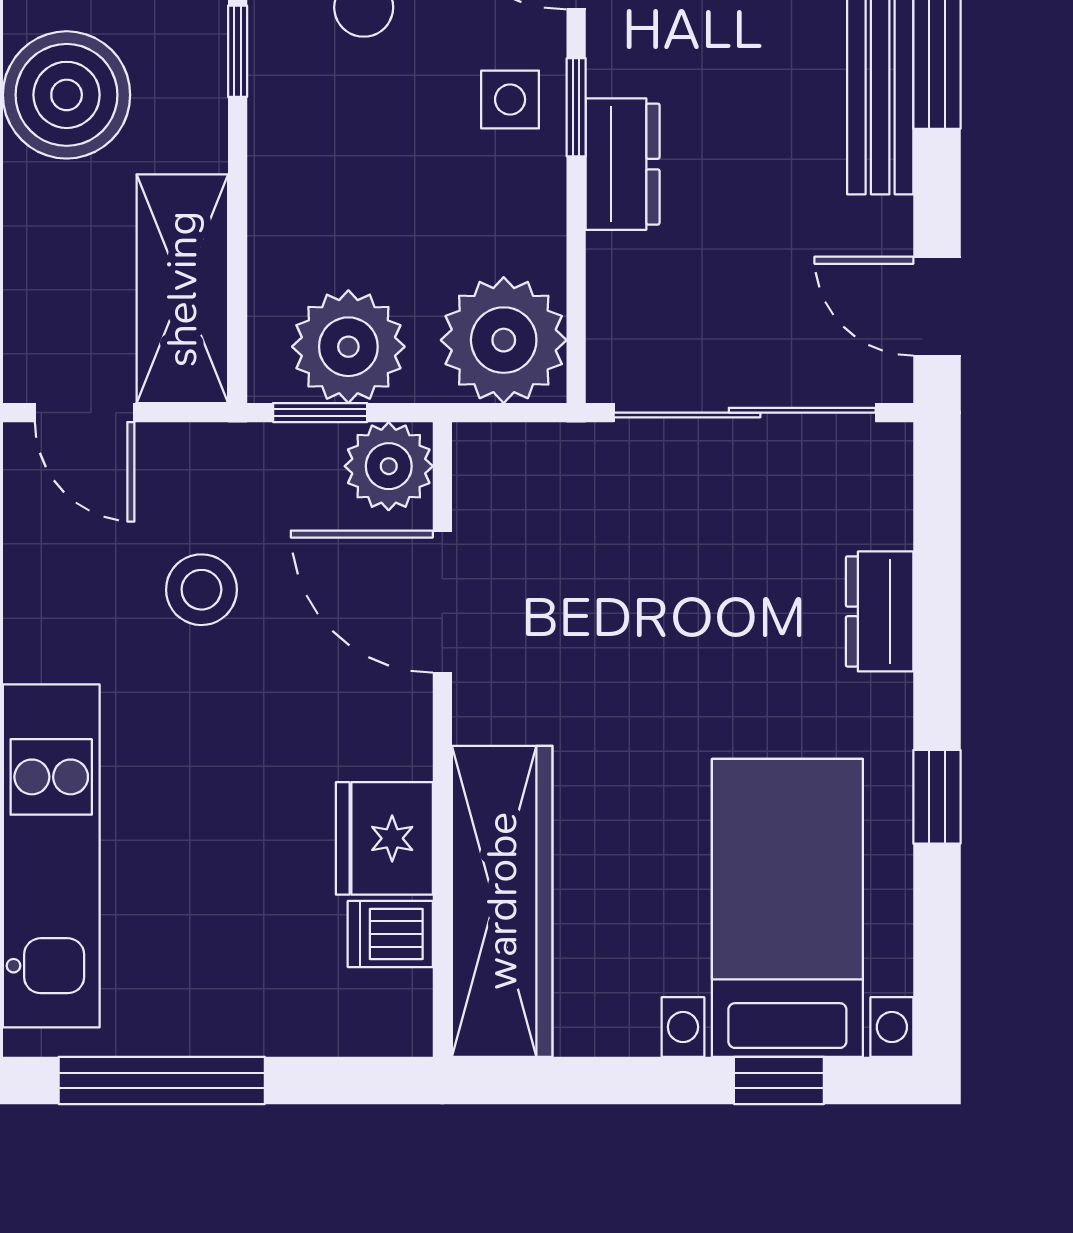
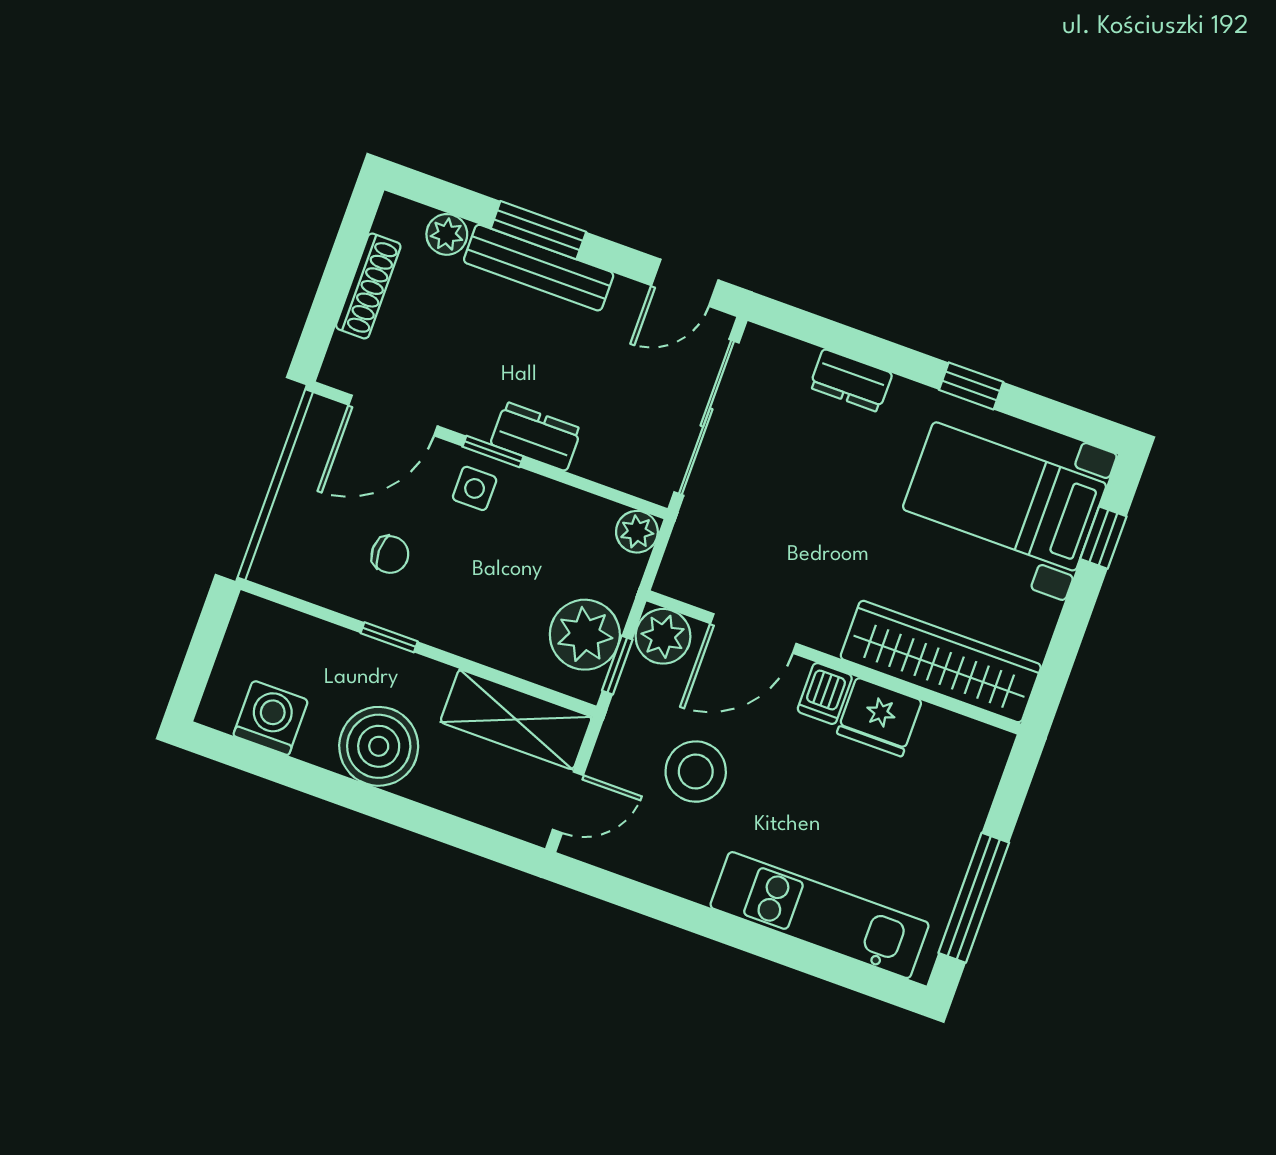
plant: (504, 340) -> (637, 532), width x0.53, depth x0.53
stool: (201, 590) -> (696, 772), width x1.38, depth x1.38
dishwasher: (390, 934) -> (825, 693), moved

